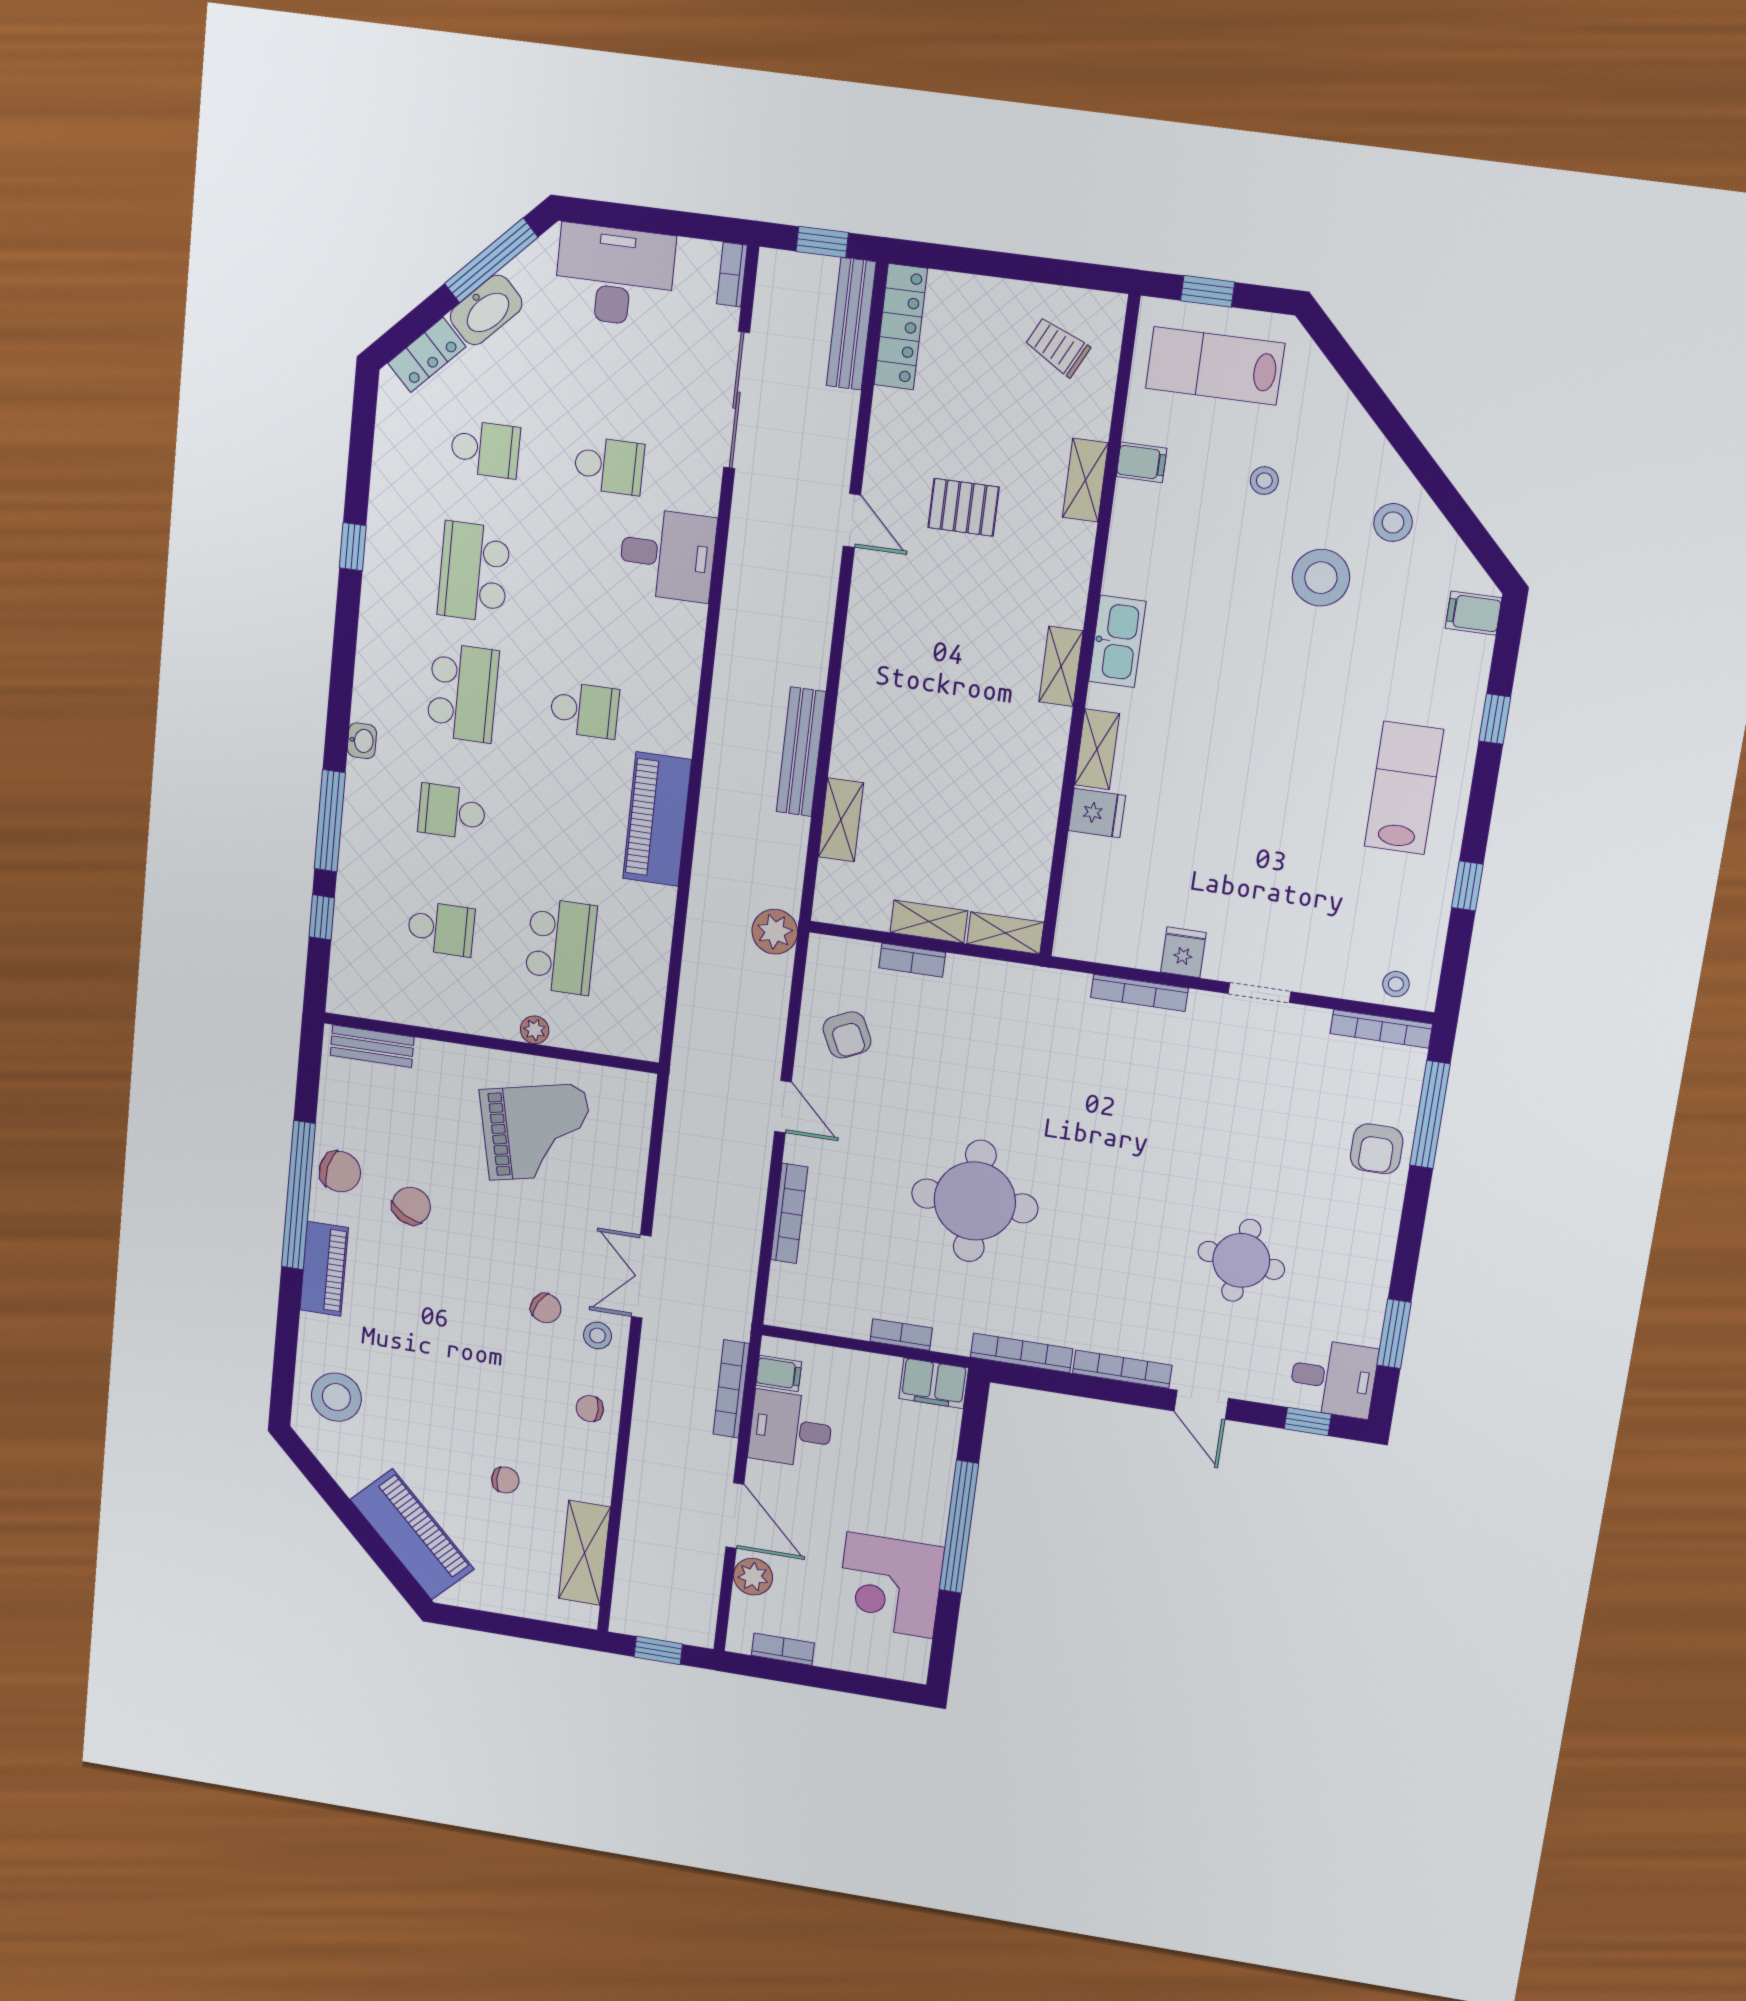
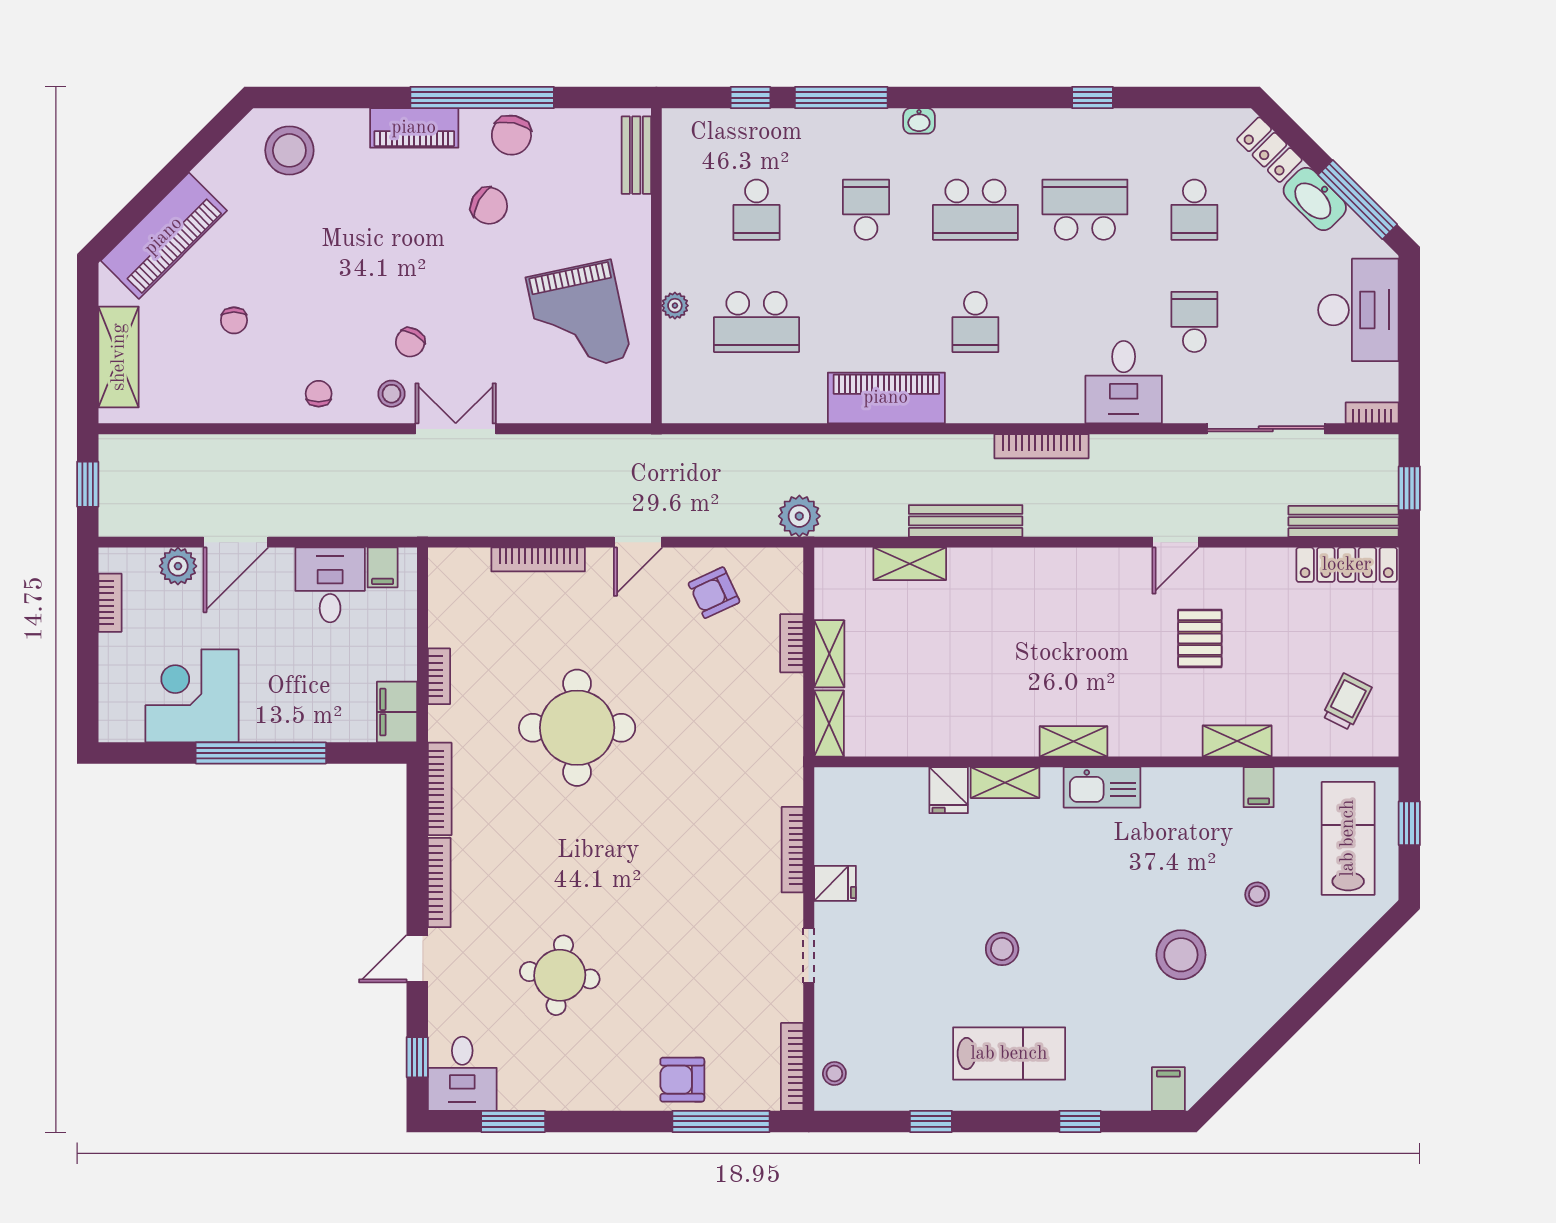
school desk: (609, 466) -> (1194, 322), turned 180
stool: (1393, 522) -> (1002, 949), moved
bookcase: (731, 1389) -> (1042, 446), moved, turned 180
shelving: (584, 1553) -> (119, 357), moved, turned 90

